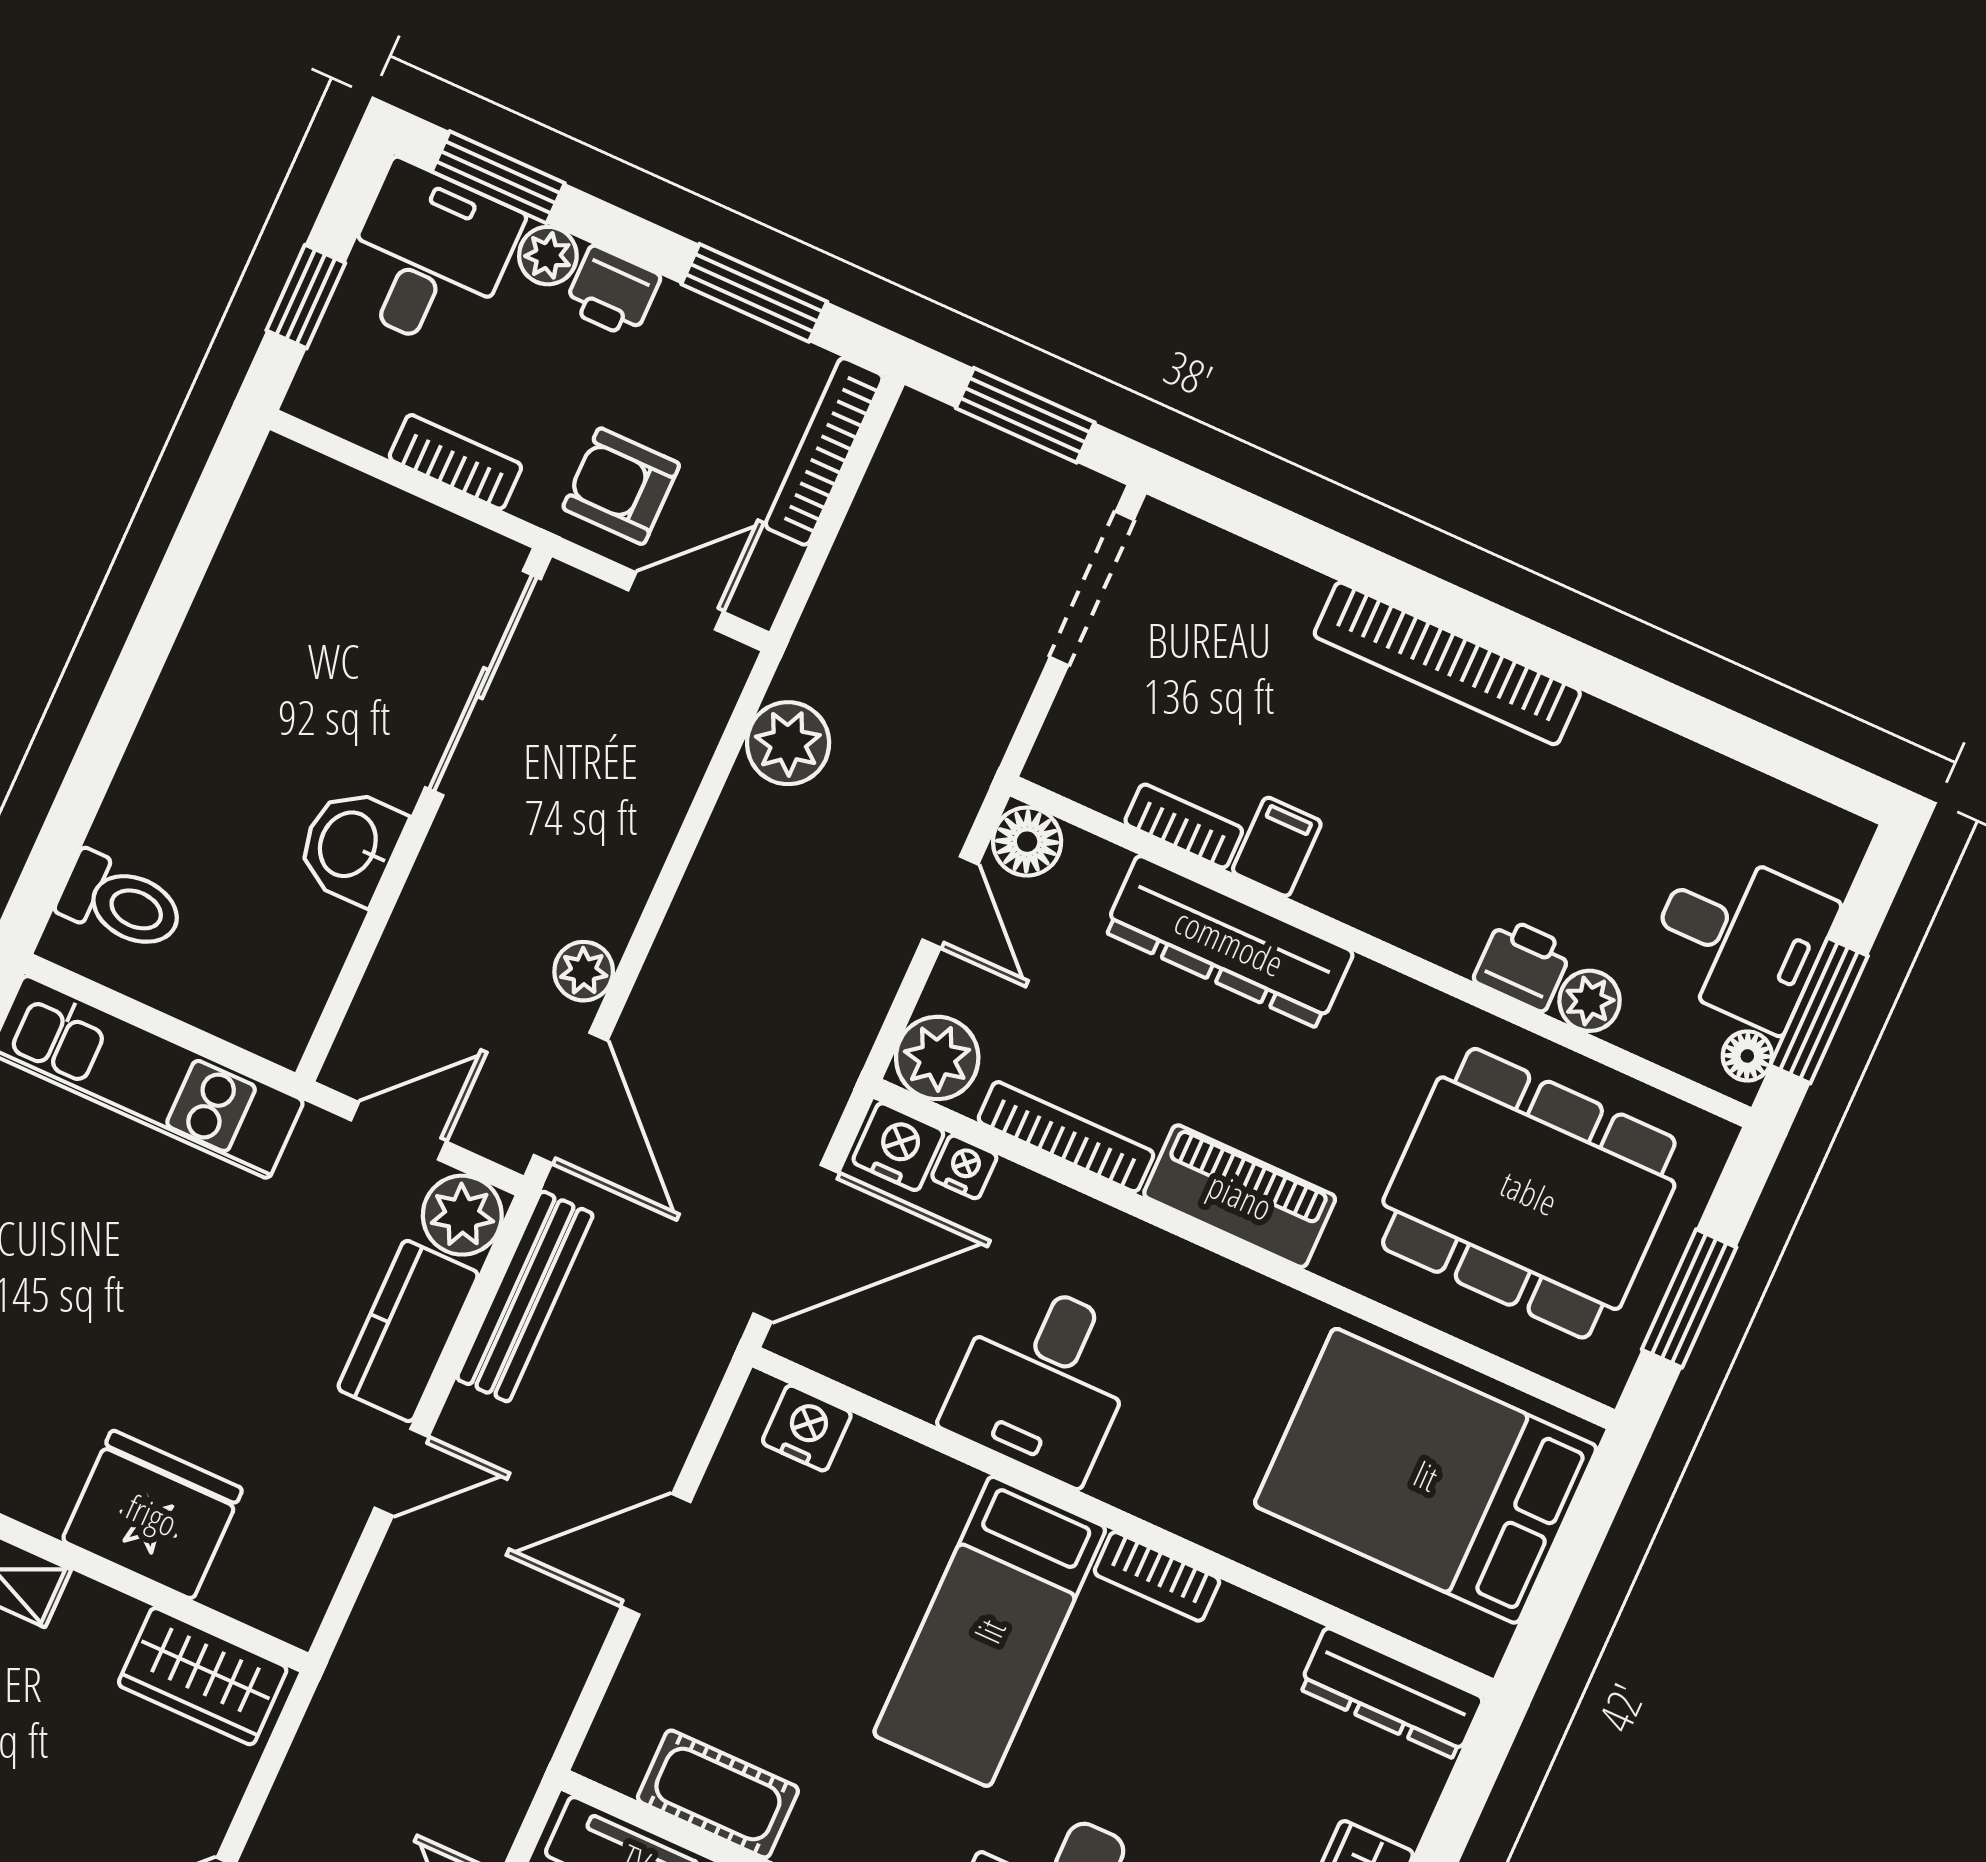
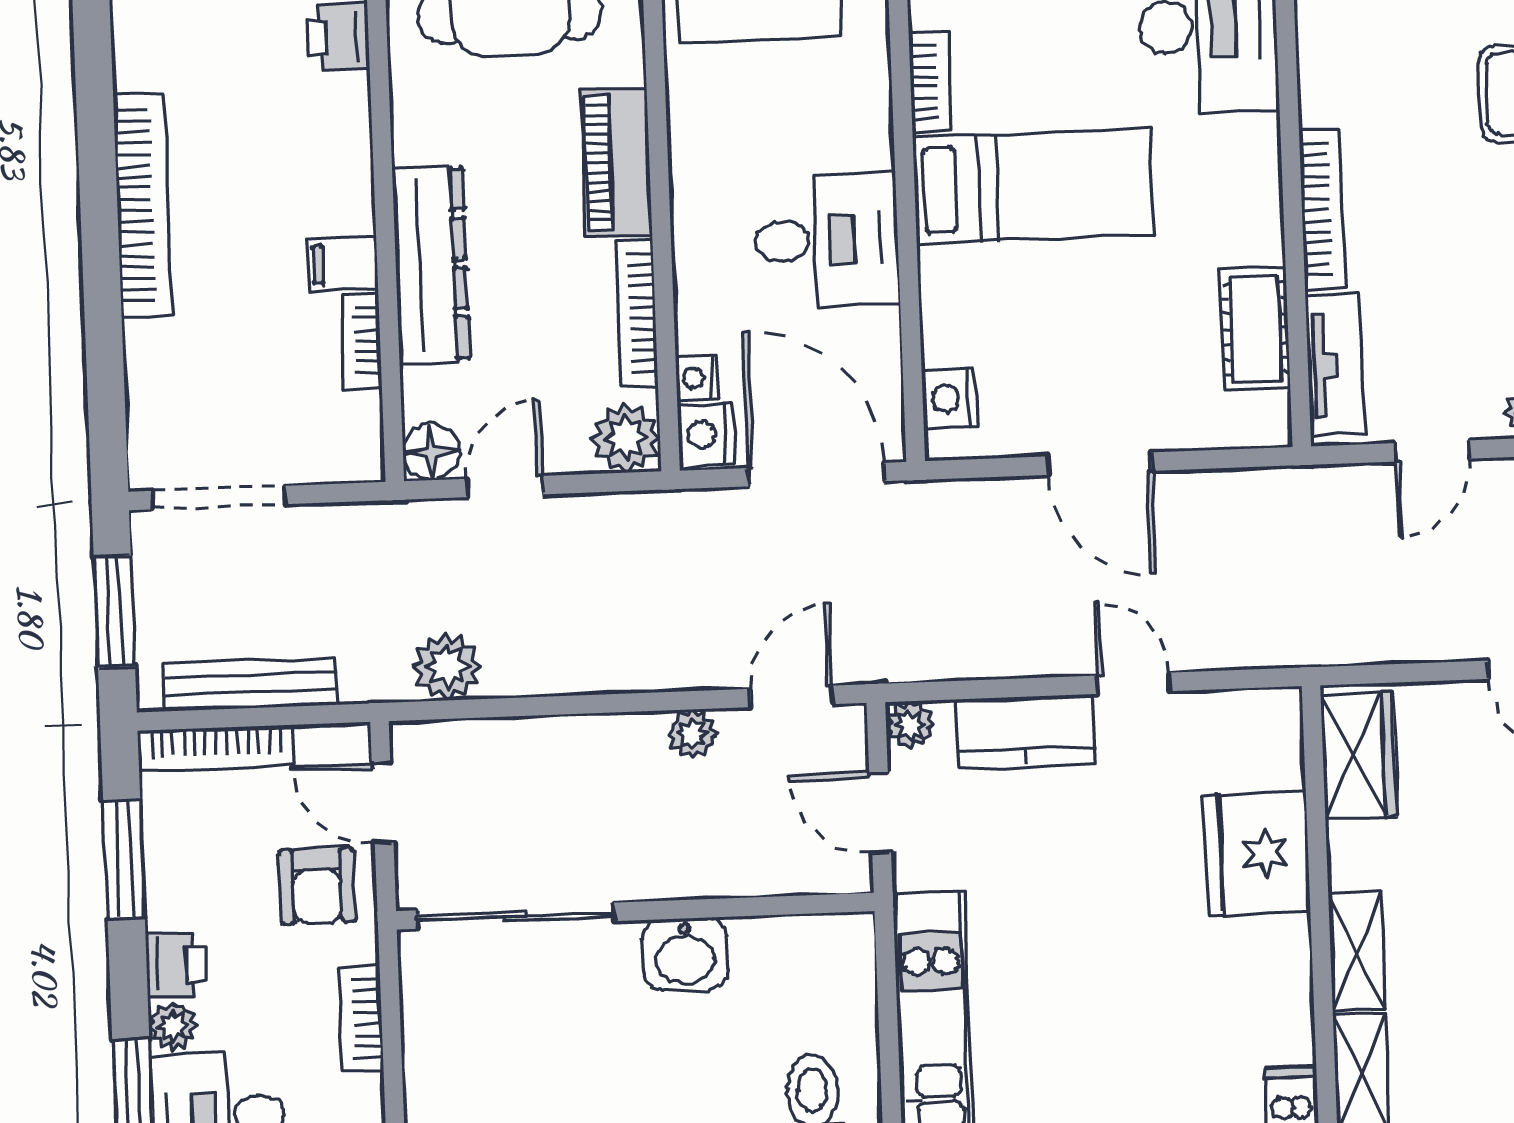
door: (571, 1098) -> (792, 696), width x0.73
plant: (462, 1215) -> (910, 725), width x0.73, depth x0.73
bench: (525, 1296) -> (250, 684), moved

